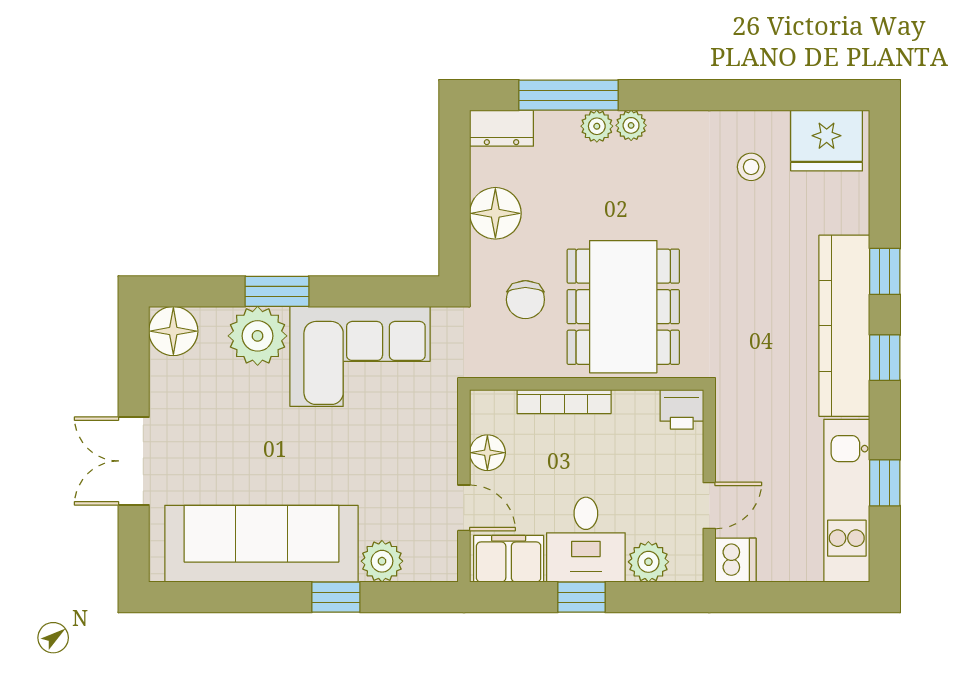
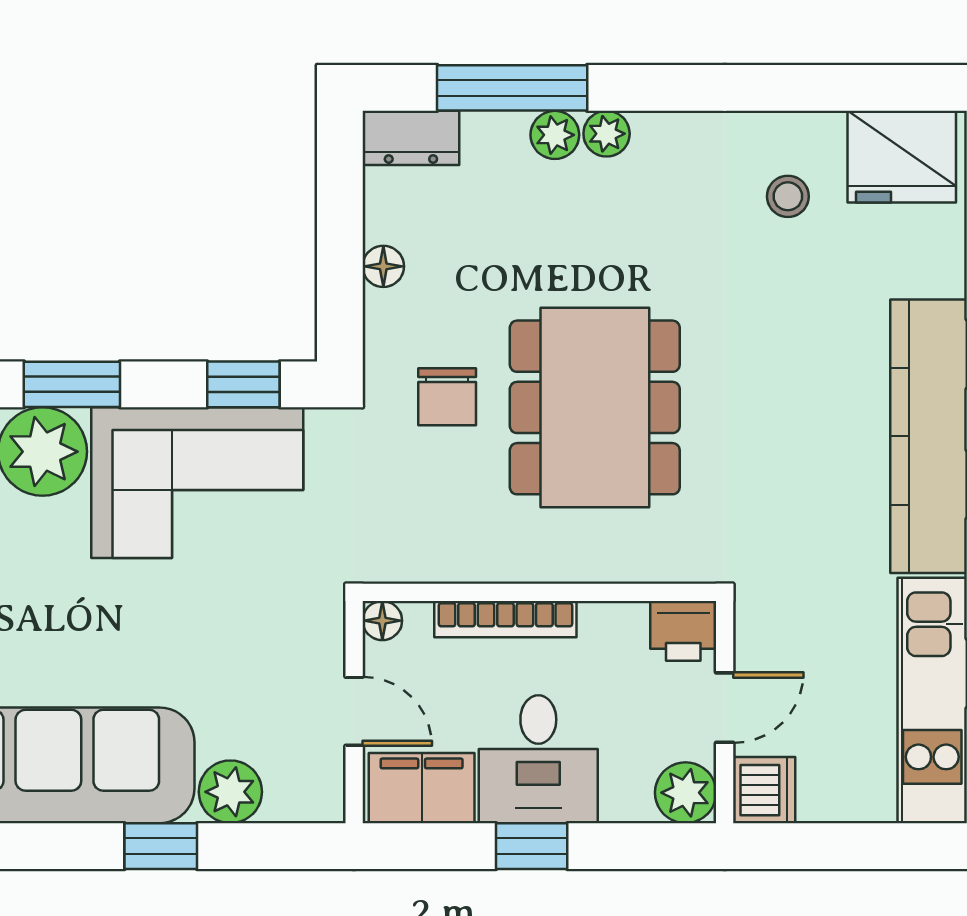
floor lamp: (495, 213) -> (383, 266), width x0.53, depth x0.53
window: (391, 291) -> (243, 384), added
wall: (587, 384) -> (539, 592), moved
bookcase: (564, 402) -> (505, 619), moved
printer: (682, 409) -> (683, 631), moved
floor lamp: (487, 453) -> (382, 621), width x0.73, depth x0.73
plant: (648, 562) -> (686, 793), moved

